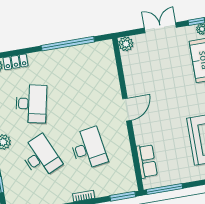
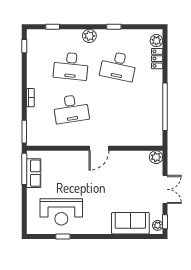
door: (127, 110) -> (99, 148), hinge flipped
desk: (40, 157) -> (71, 66), turned 30
row of seats: (147, 161) -> (34, 173), moved, turned -90

